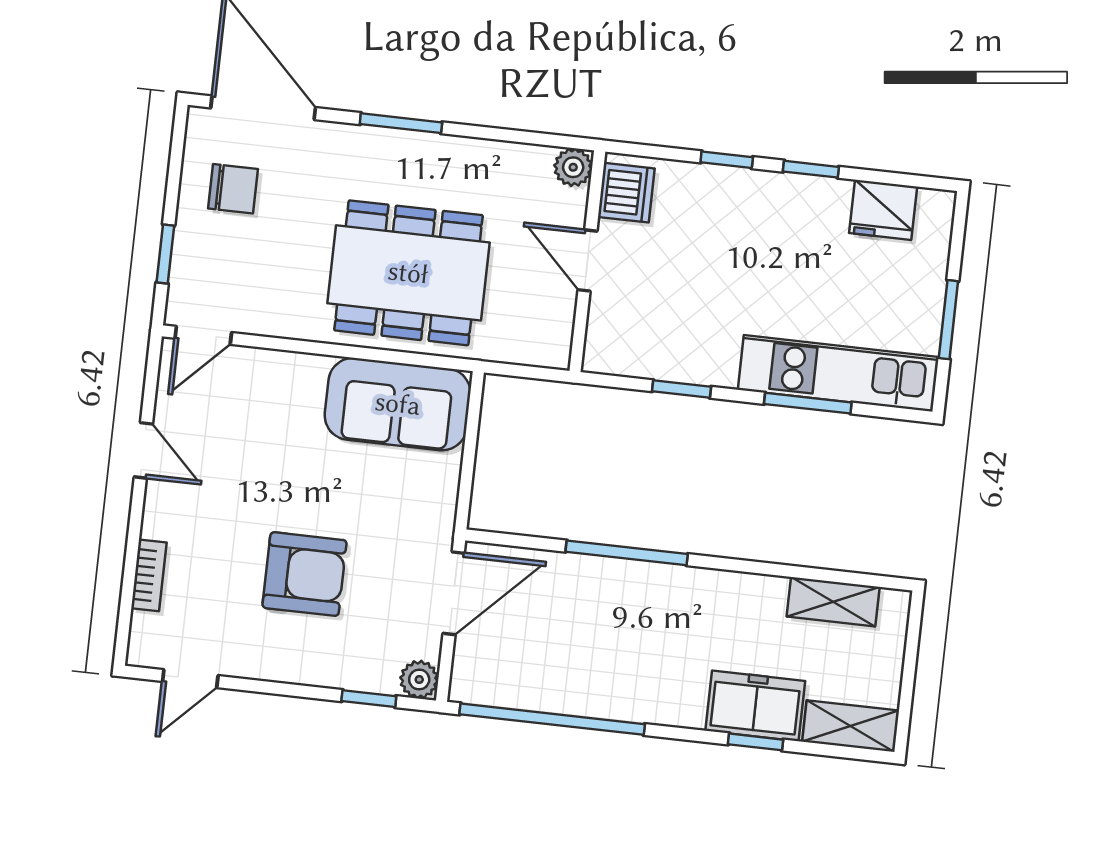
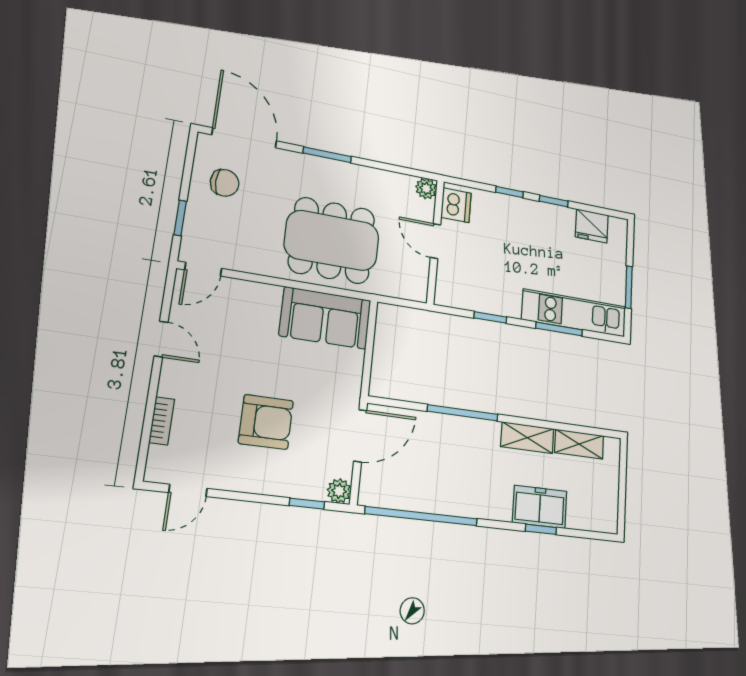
shelving: (851, 726) -> (527, 438), moved

